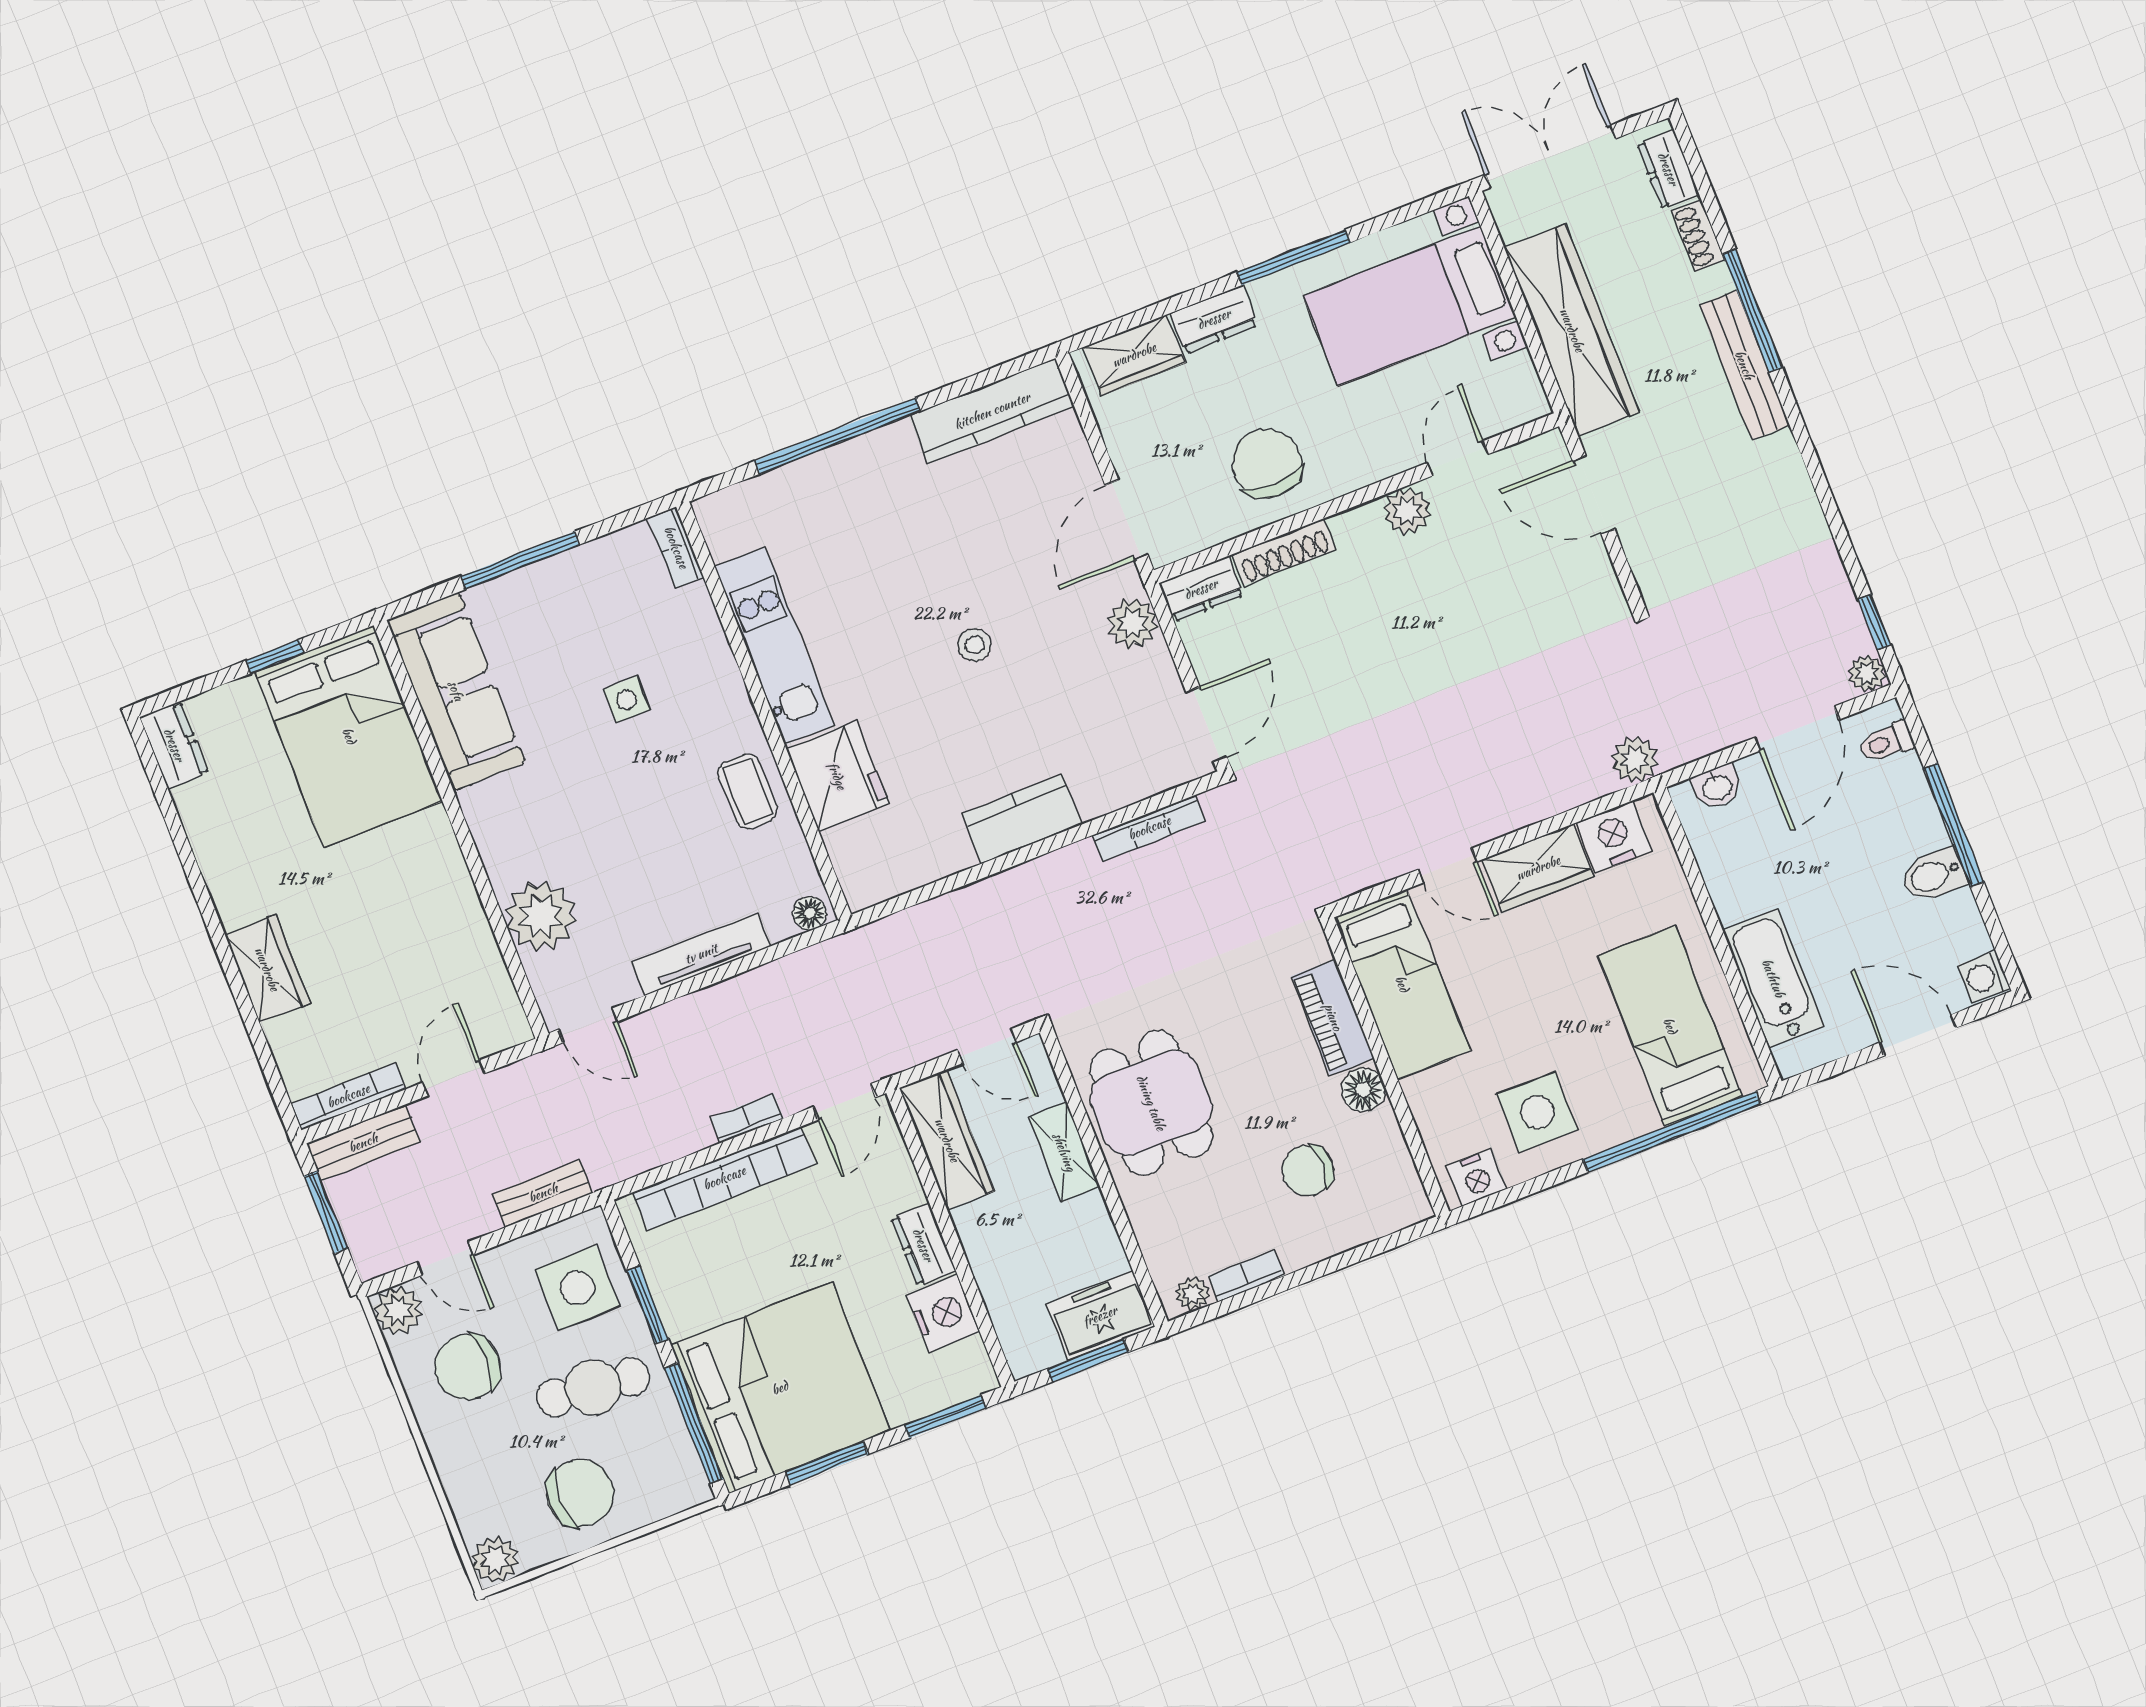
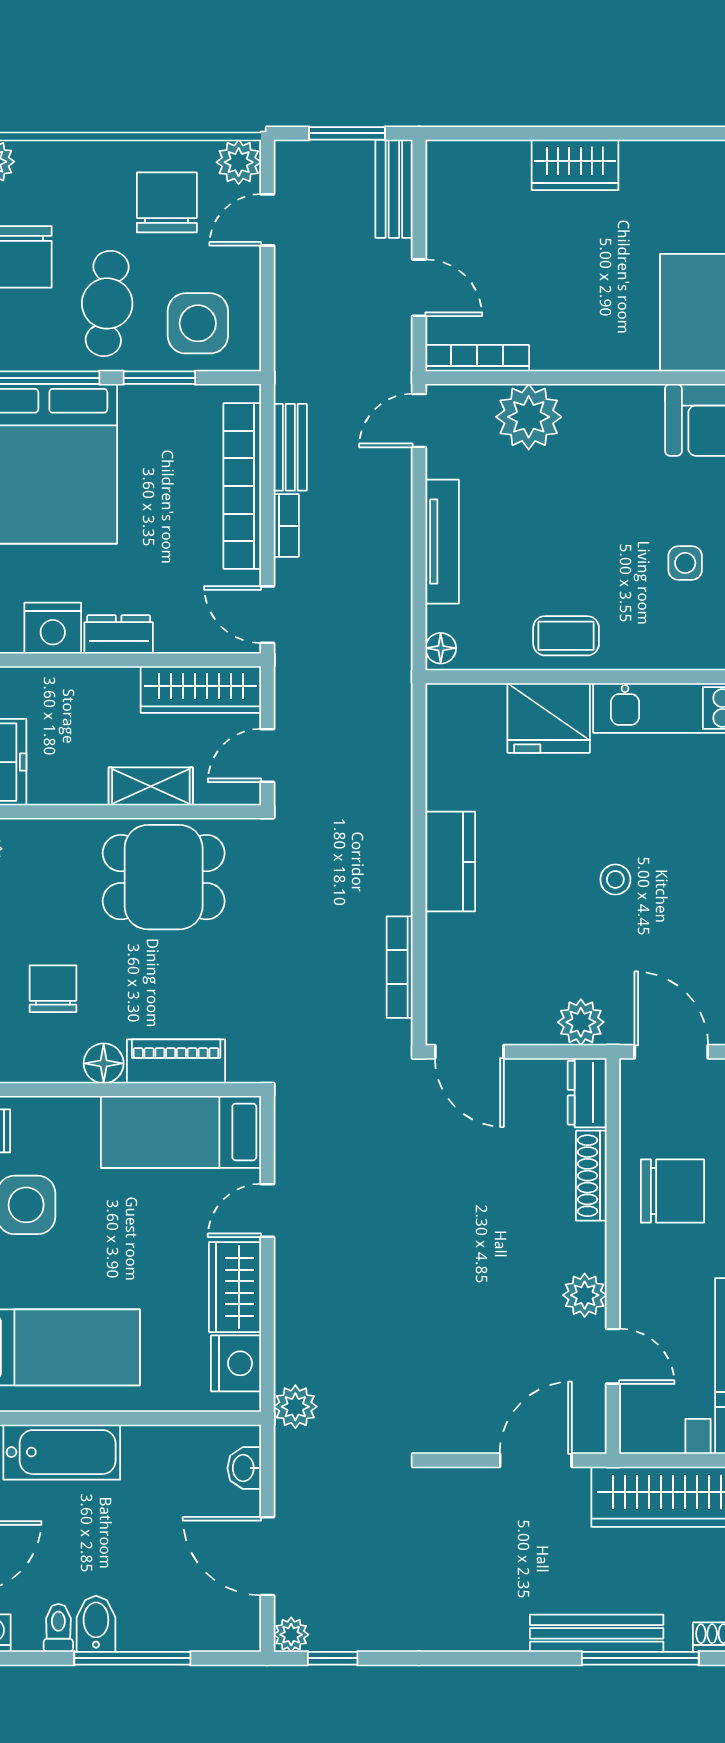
toilet: (1886, 742) -> (58, 1628), moved
bookcase: (348, 1096) -> (477, 358), moved, turned -90
bench: (543, 1193) -> (290, 447), moved

